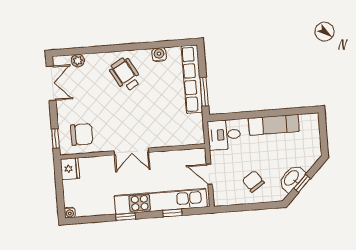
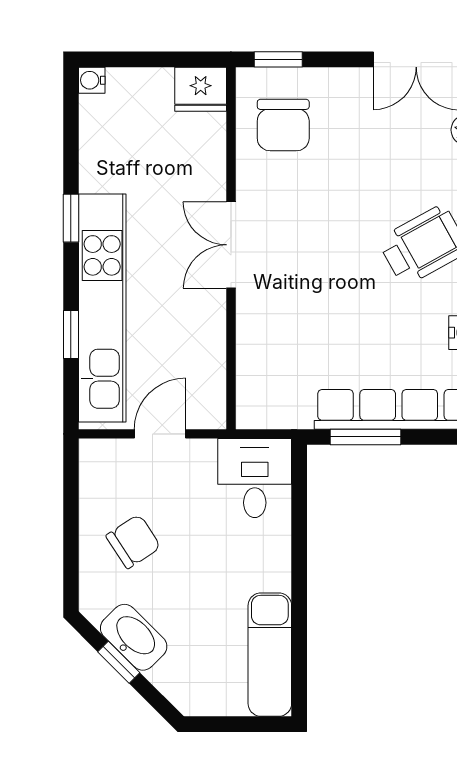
exam couch: (274, 125) -> (270, 655), moved

